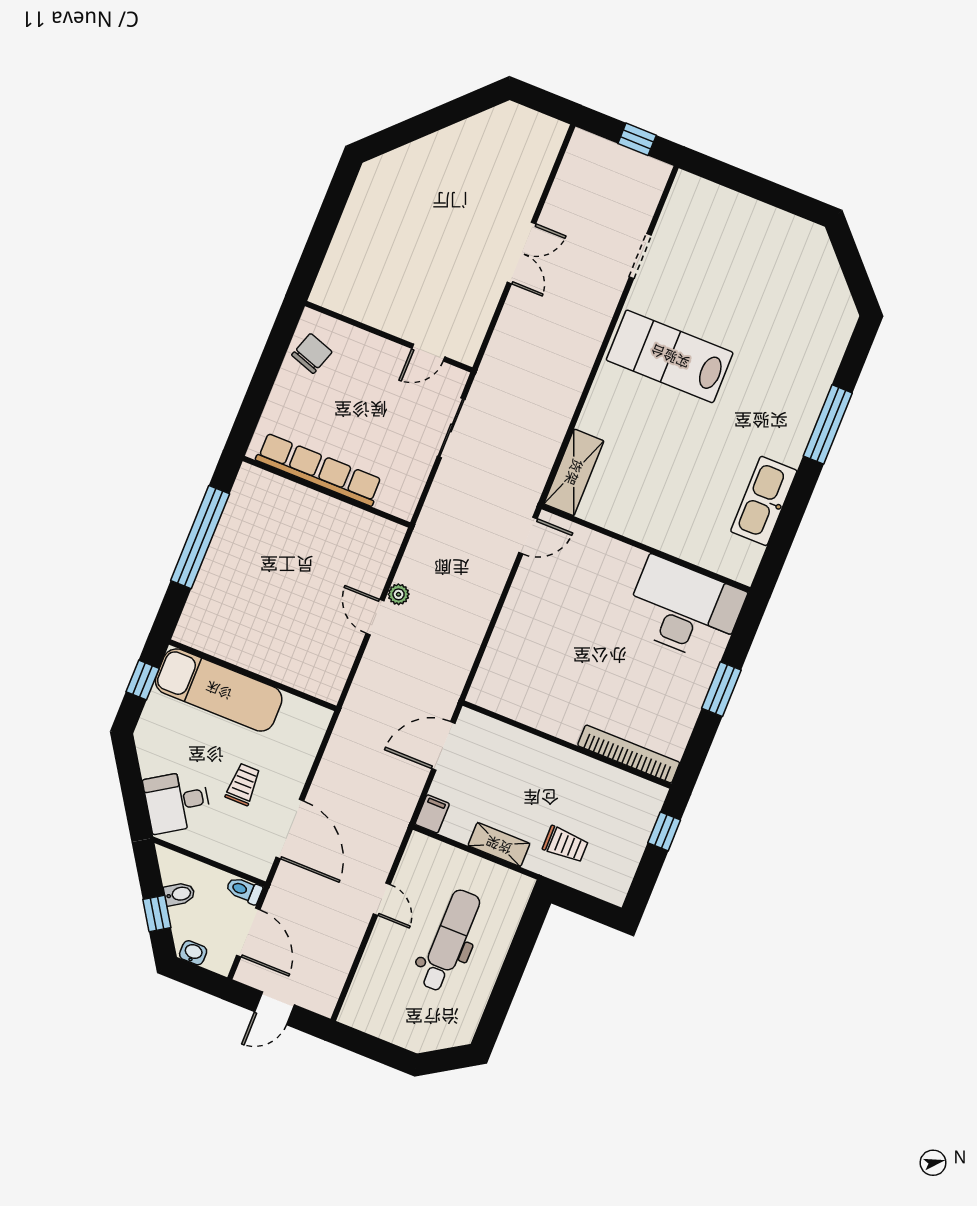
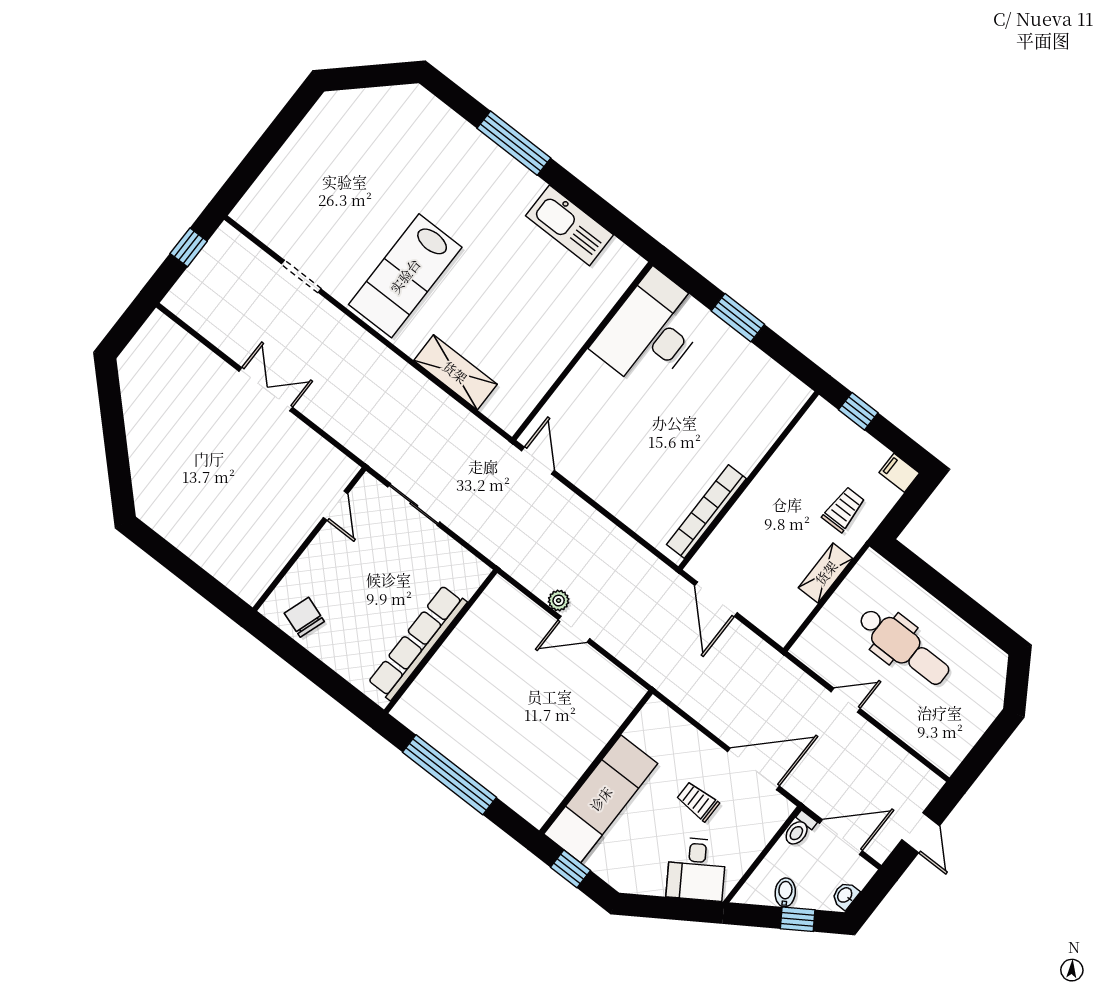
shelving: (574, 472) -> (455, 372), moved
bookcase: (629, 754) -> (706, 512), moved
filing cabinet: (432, 814) -> (899, 473), moved
dental chair: (450, 940) -> (904, 647), turned 180

